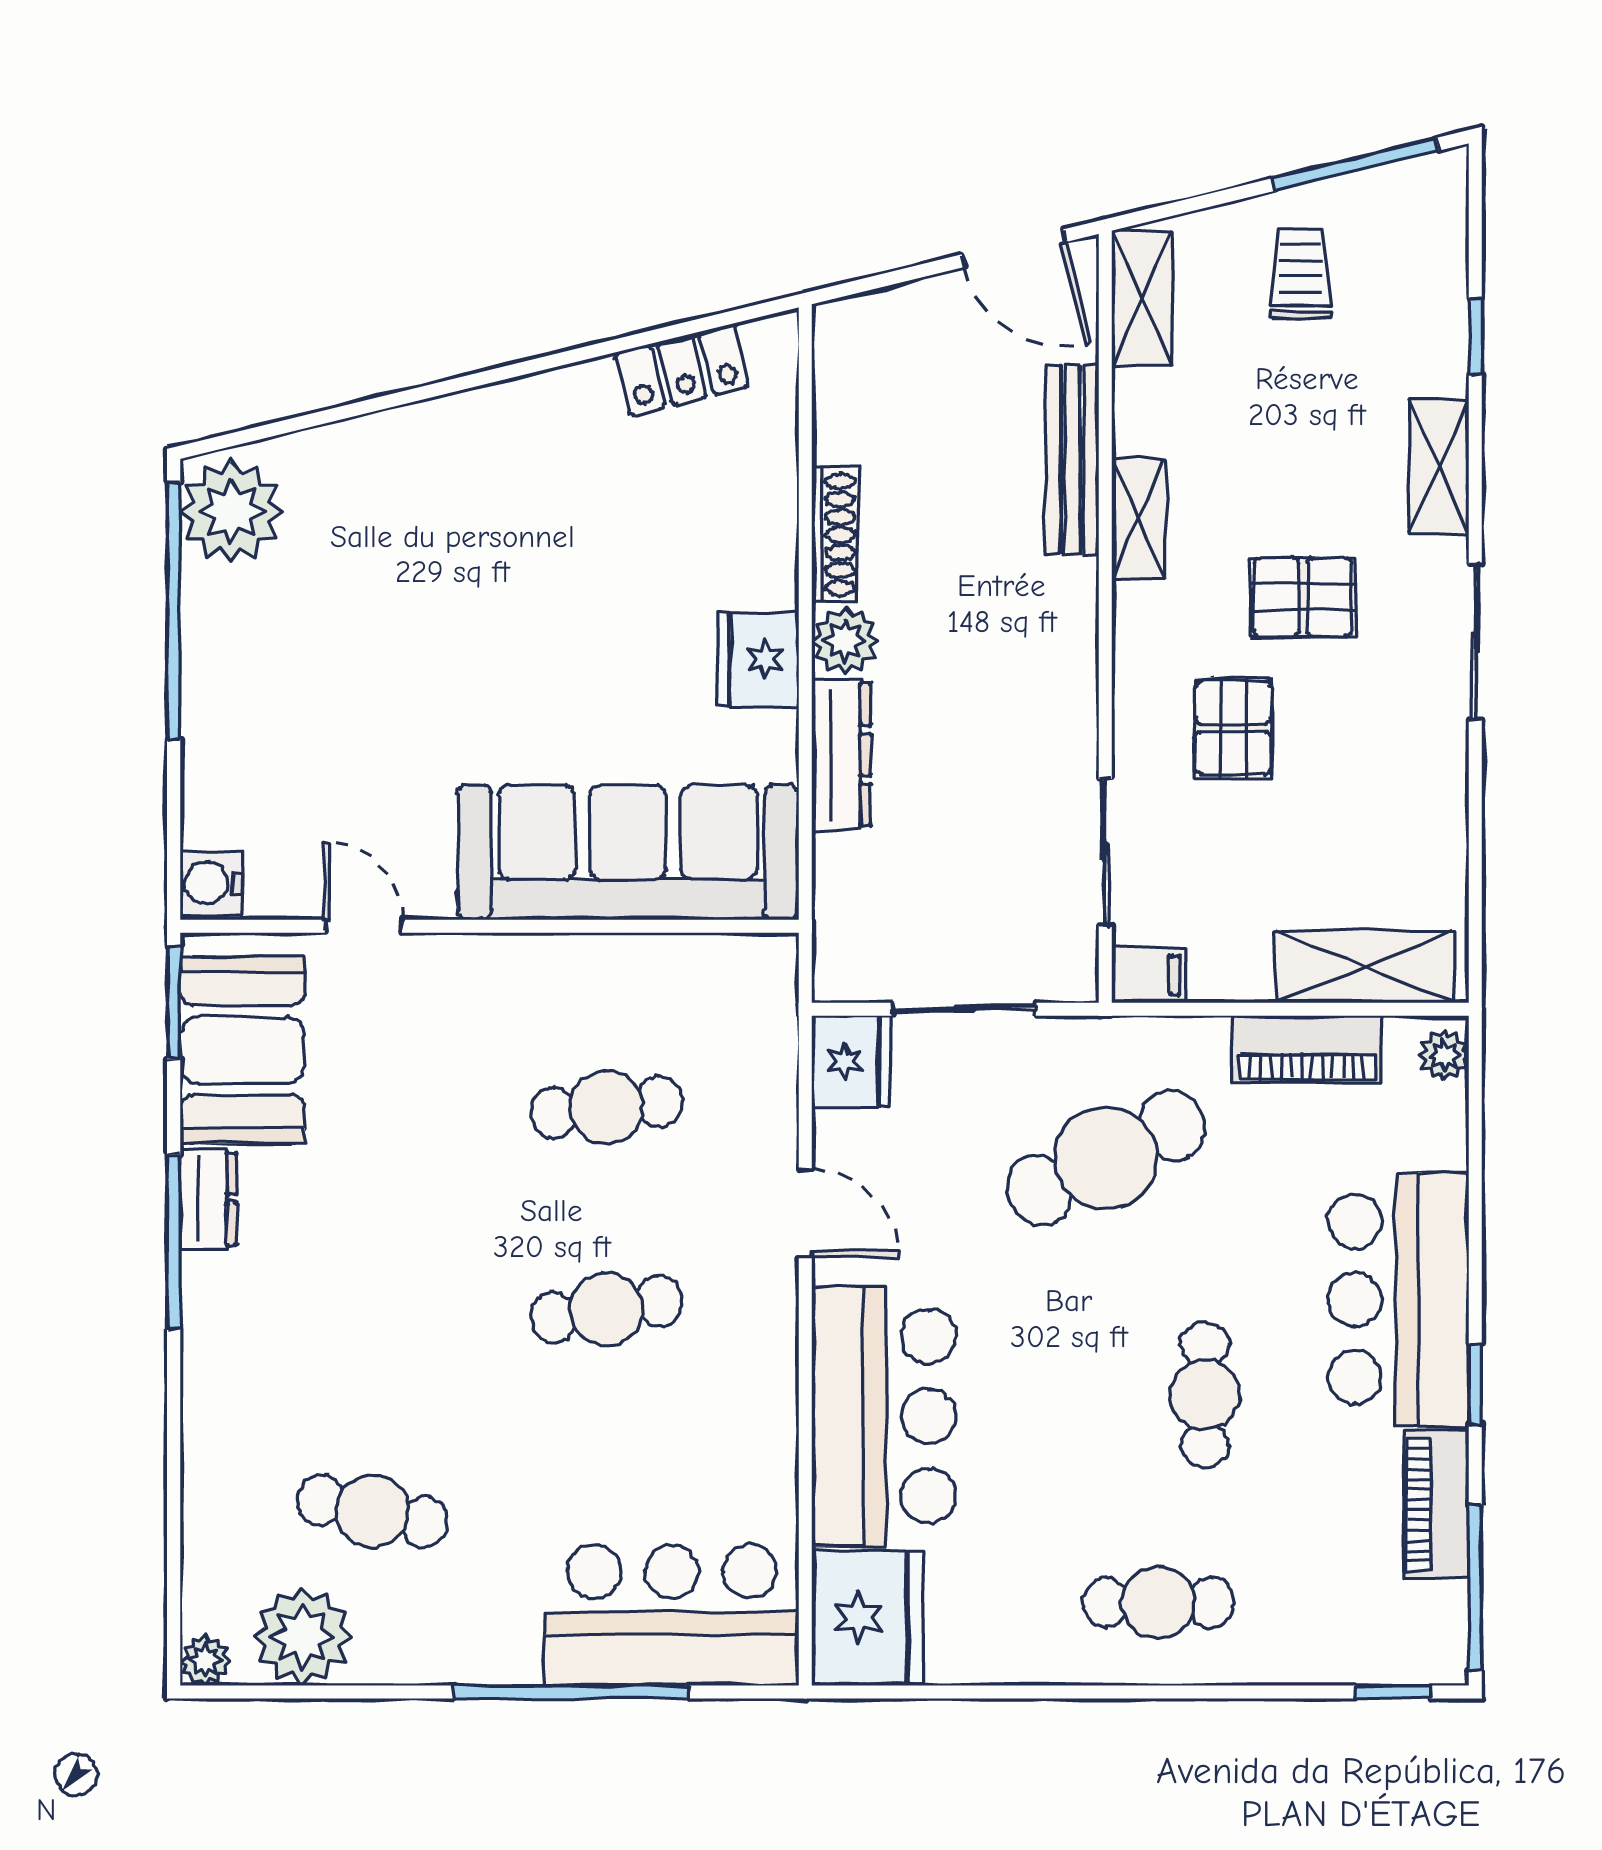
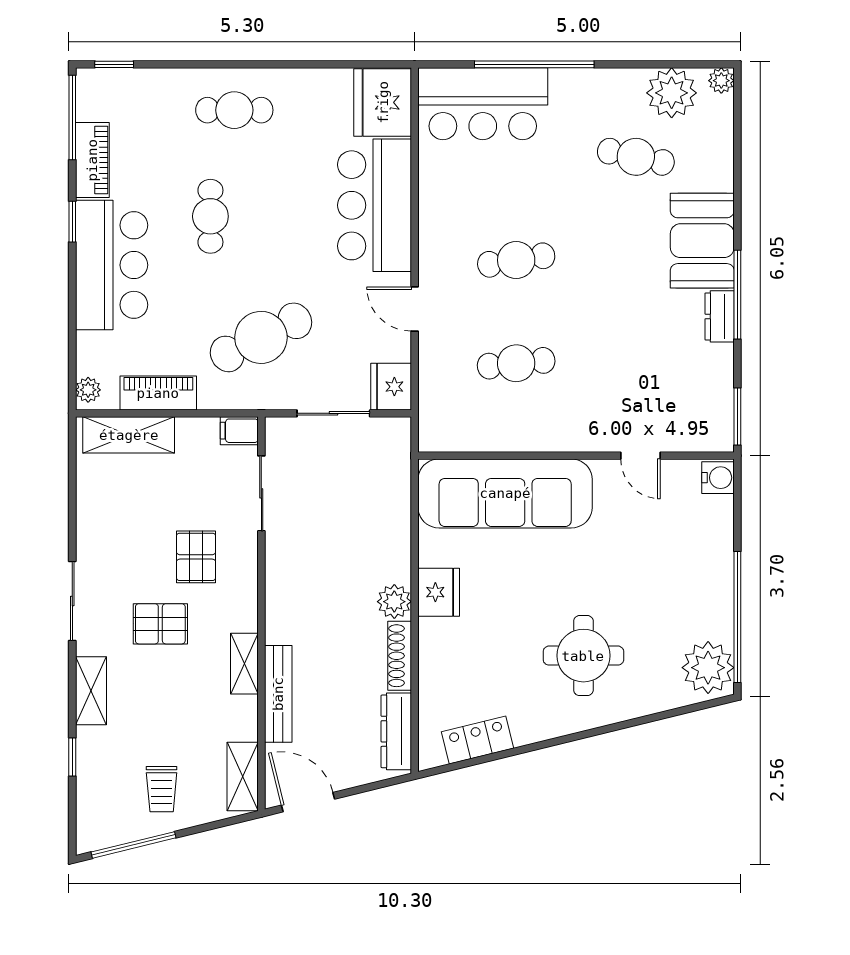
round table: (475, 535) -> (583, 656), added
dresser: (841, 755) -> (396, 731), moved
booth: (242, 1050) -> (702, 241), moved

